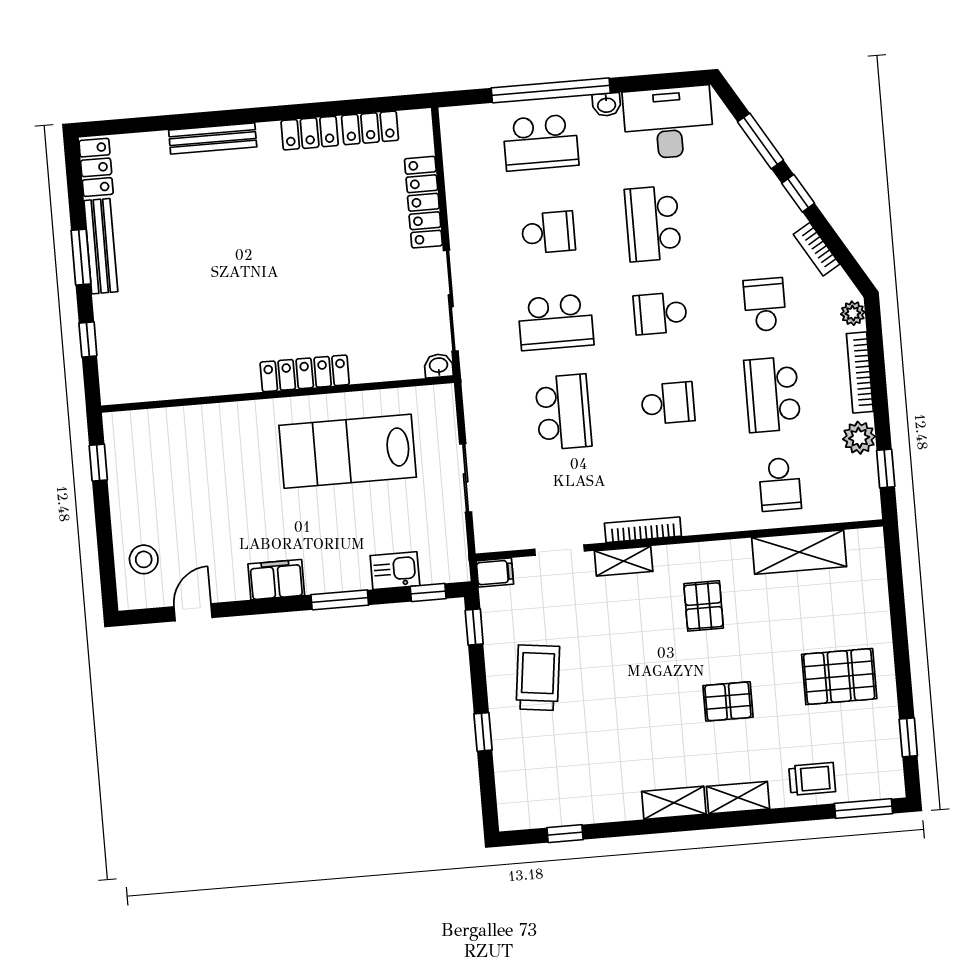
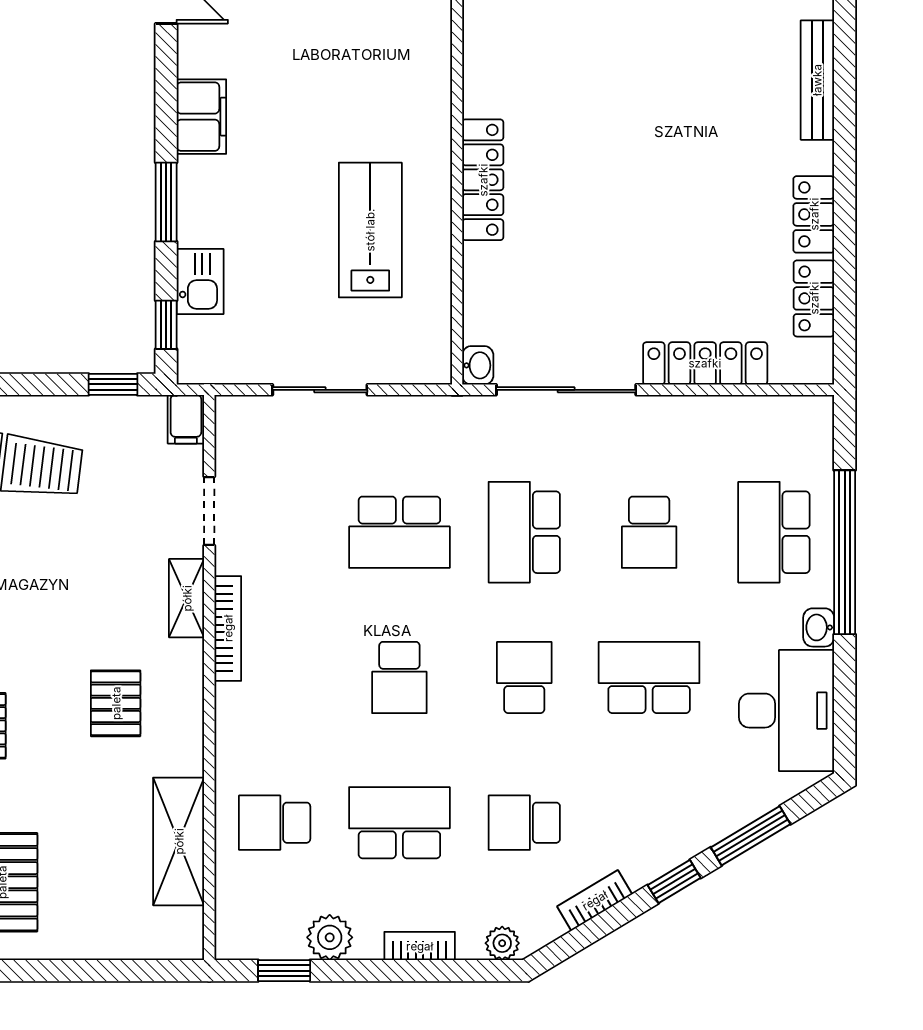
school desk: (765, 305) -> (524, 823), turned 180
bookcase: (860, 372) -> (420, 946), width x0.64
lab bench: (348, 451) -> (370, 230), width x0.73, depth x0.72
pallet: (704, 606) -> (116, 703), turned 90

